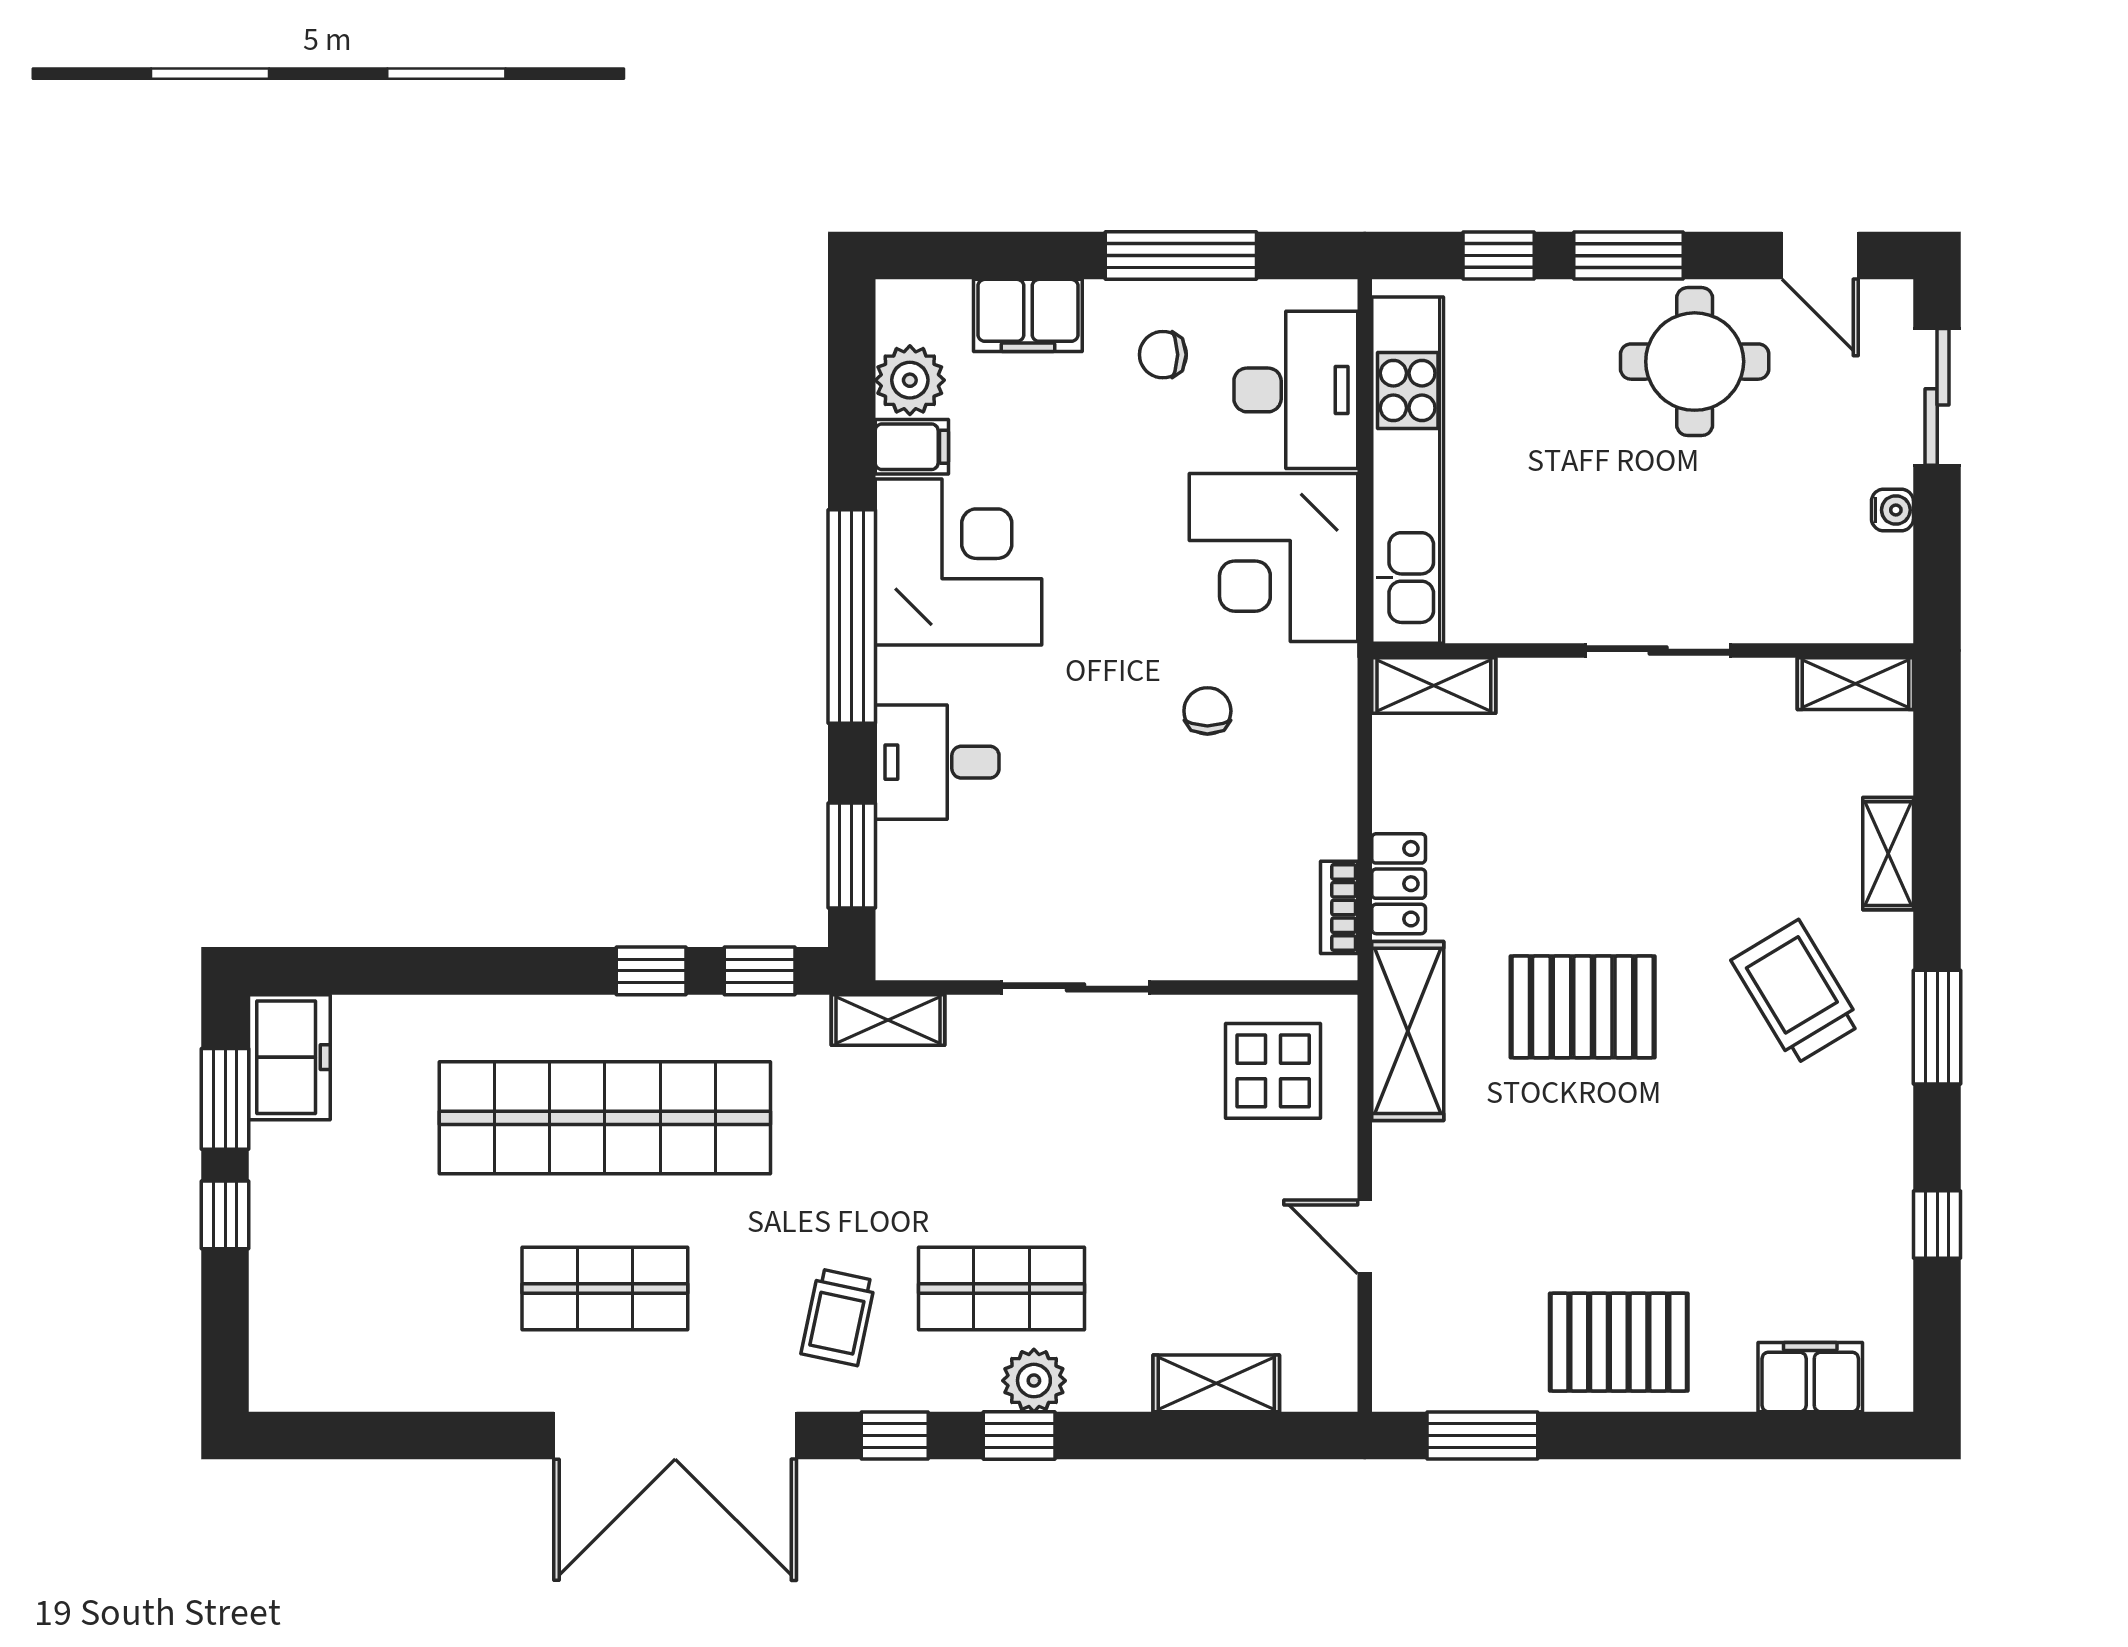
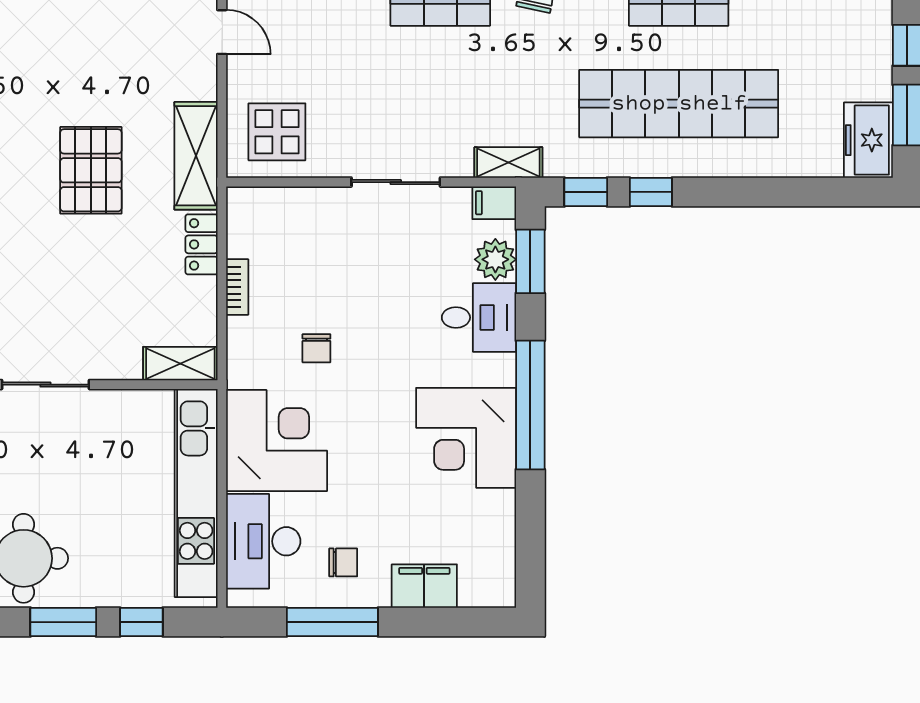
plant: (910, 380) -> (495, 259), moved
filing cabinet: (912, 447) -> (494, 203), moved
bookcase: (1339, 907) -> (237, 287), moved
pallet: (1583, 1007) -> (91, 170), turned 90

